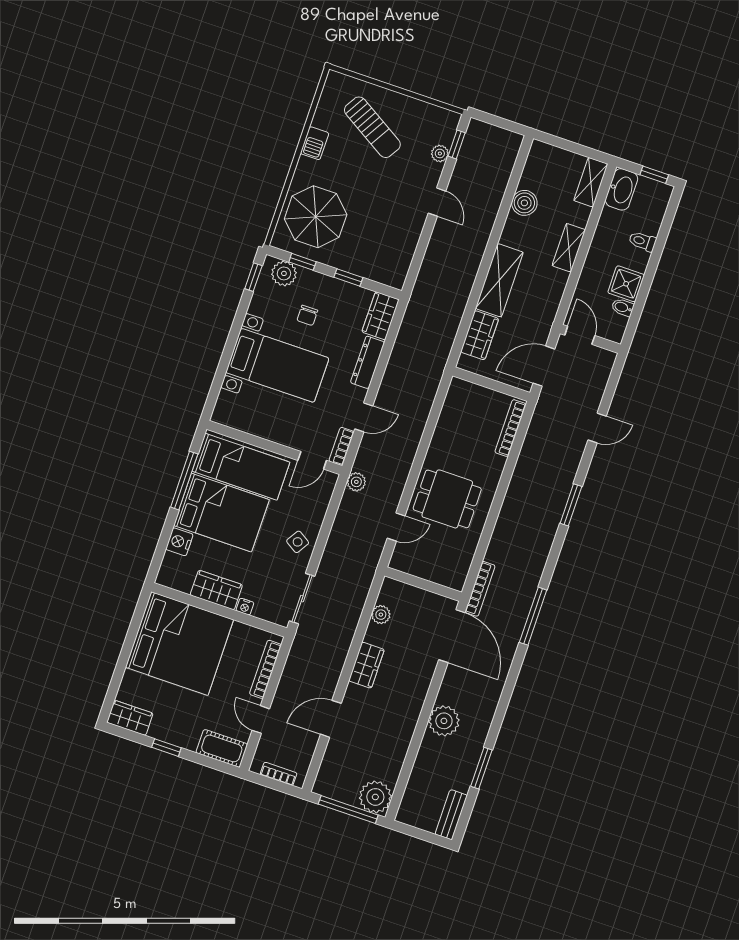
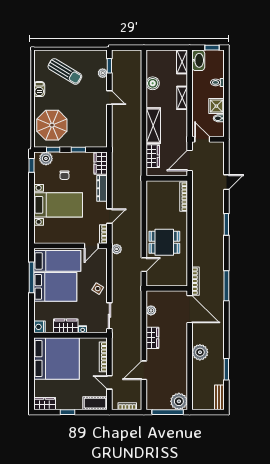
nightstand: (179, 542) -> (39, 327), moved

